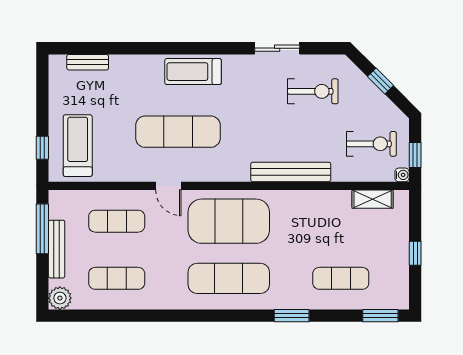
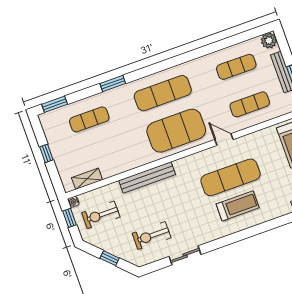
treadmill: (193, 72) -> (238, 206), moved

